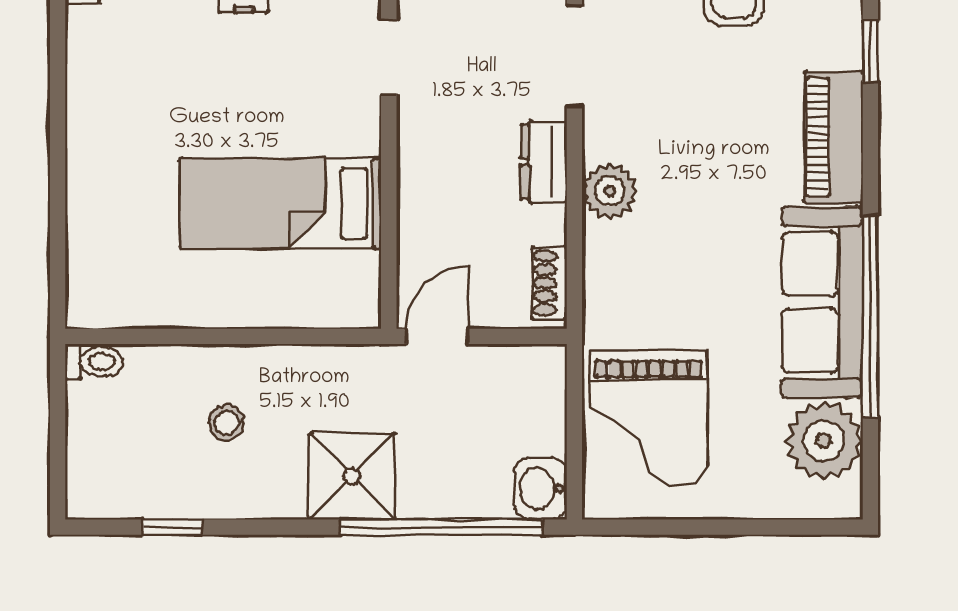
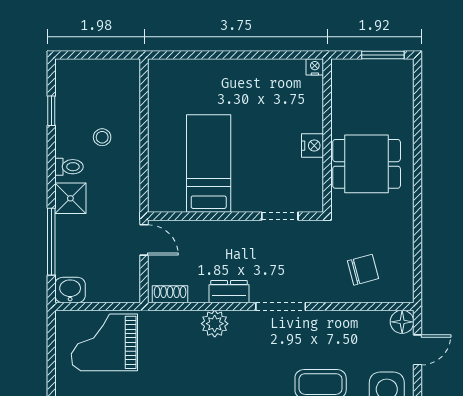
toilet: (94, 362) -> (69, 167), moved, turned -90
shower: (352, 476) -> (70, 198), width x0.73, depth x0.73
window: (441, 527) -> (51, 242), width x0.68

